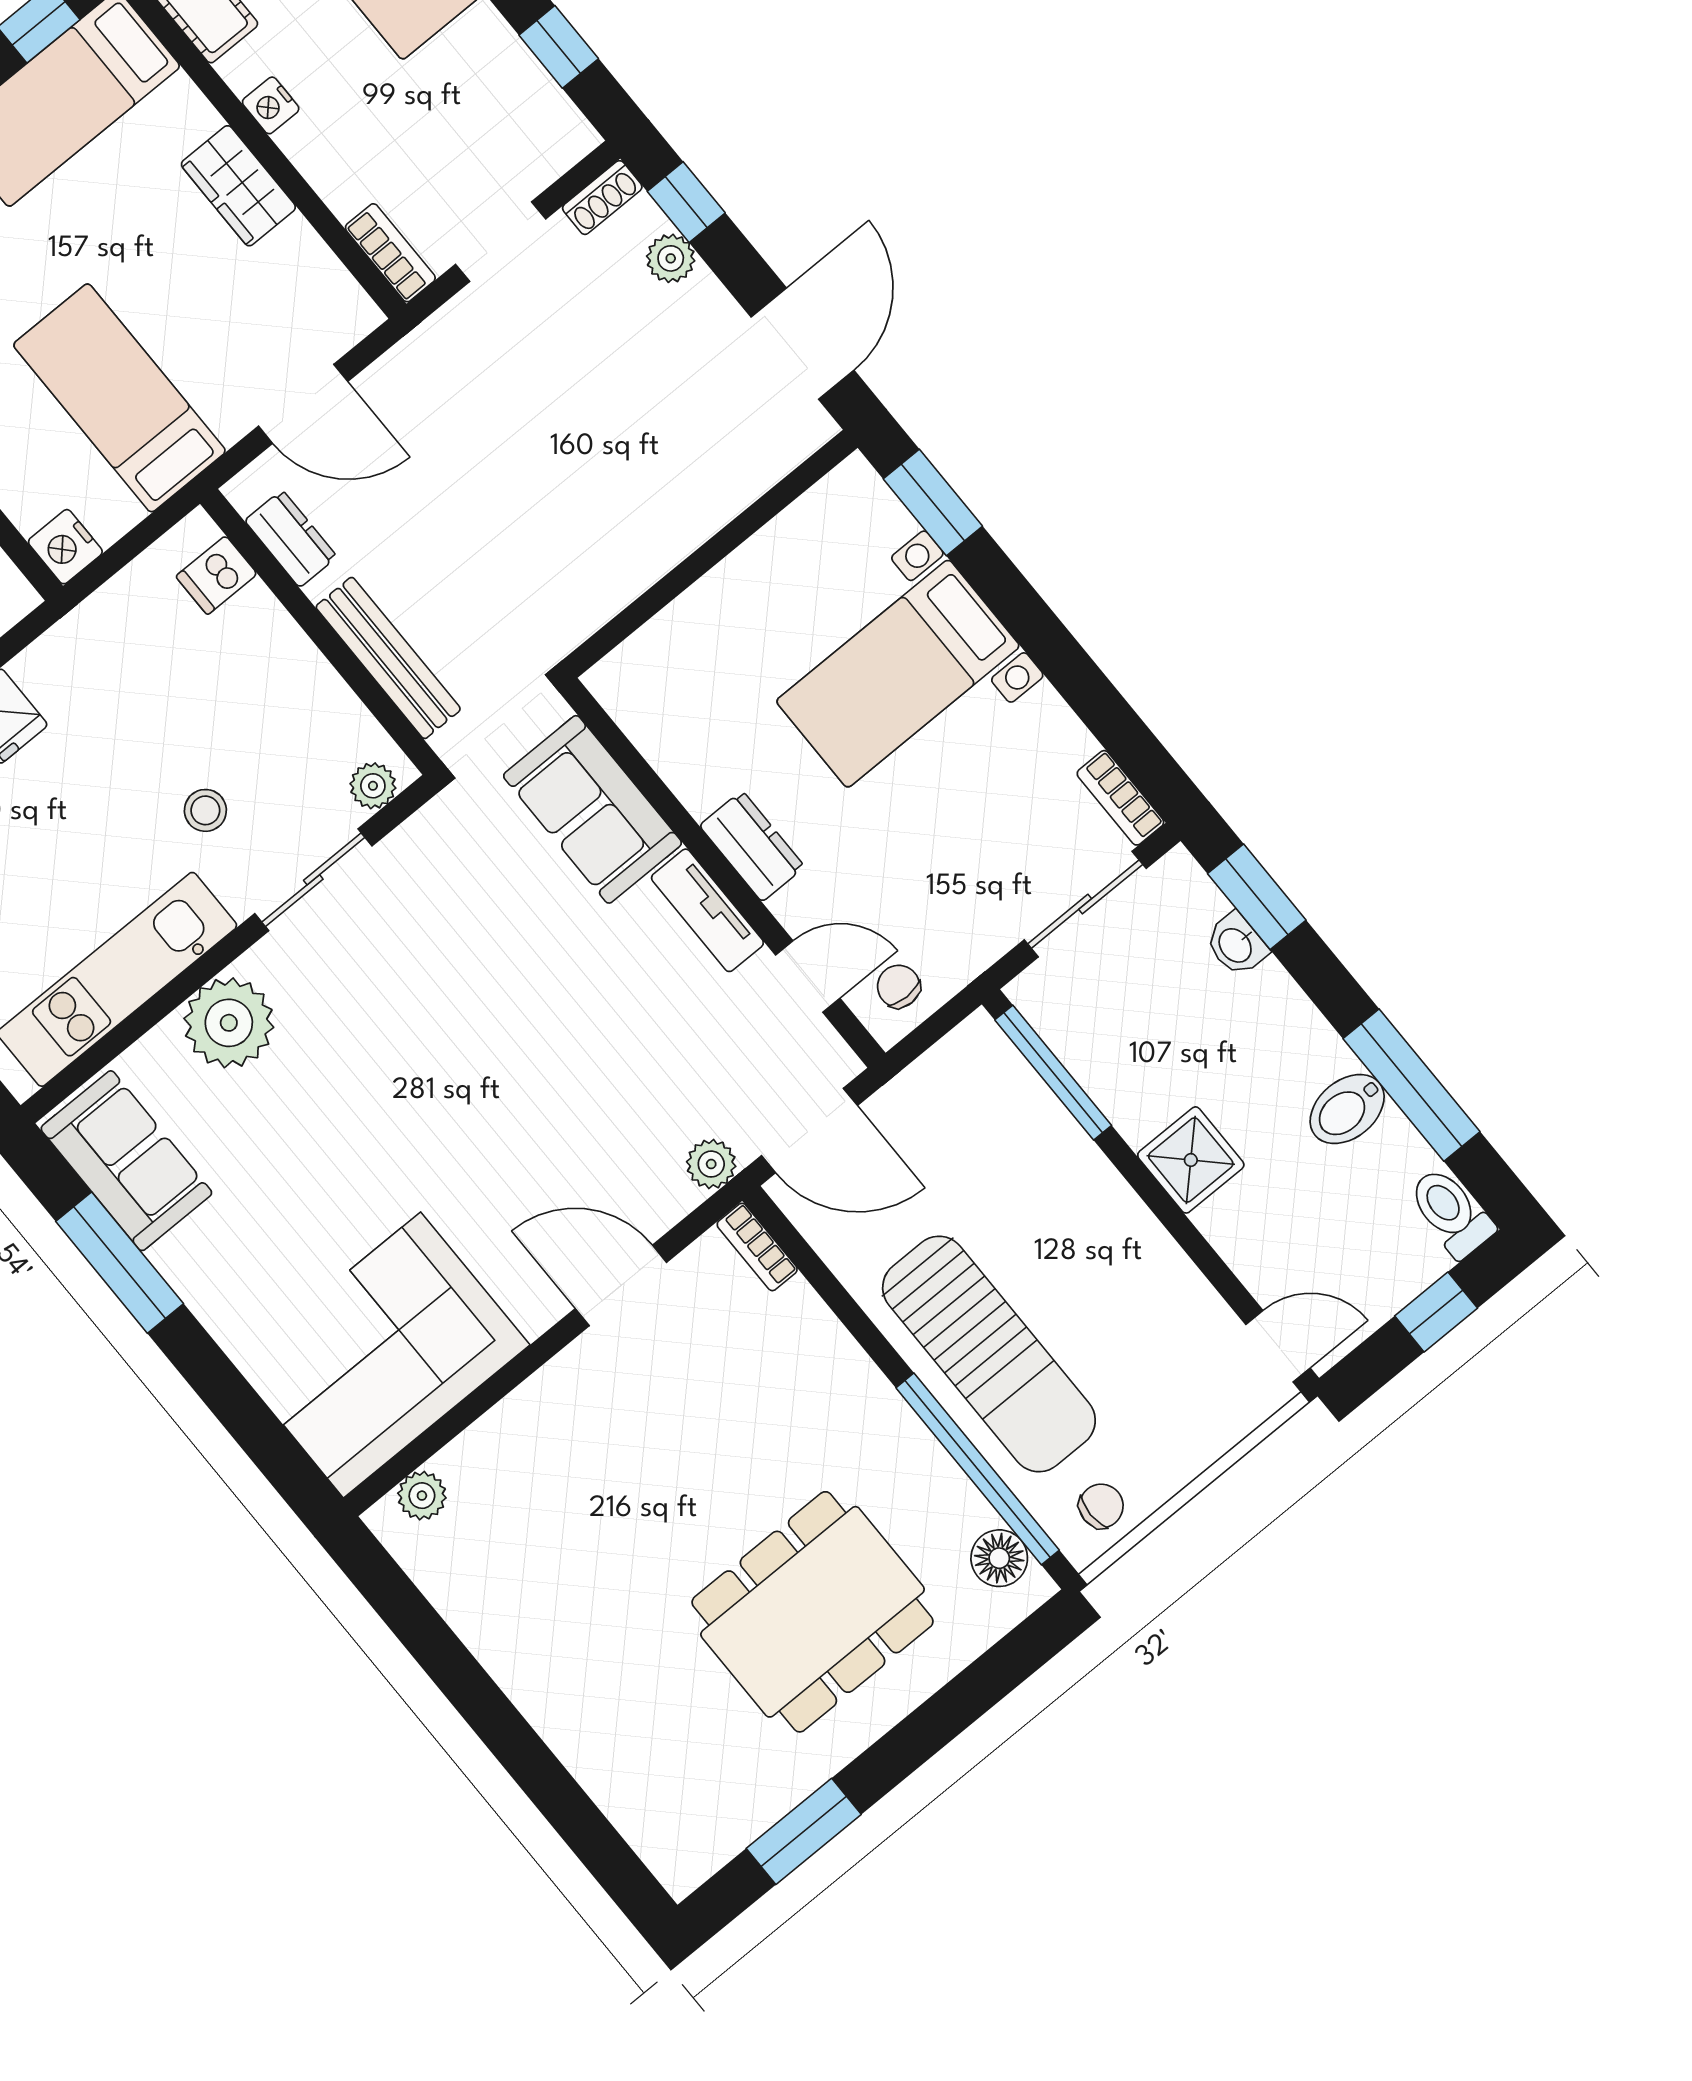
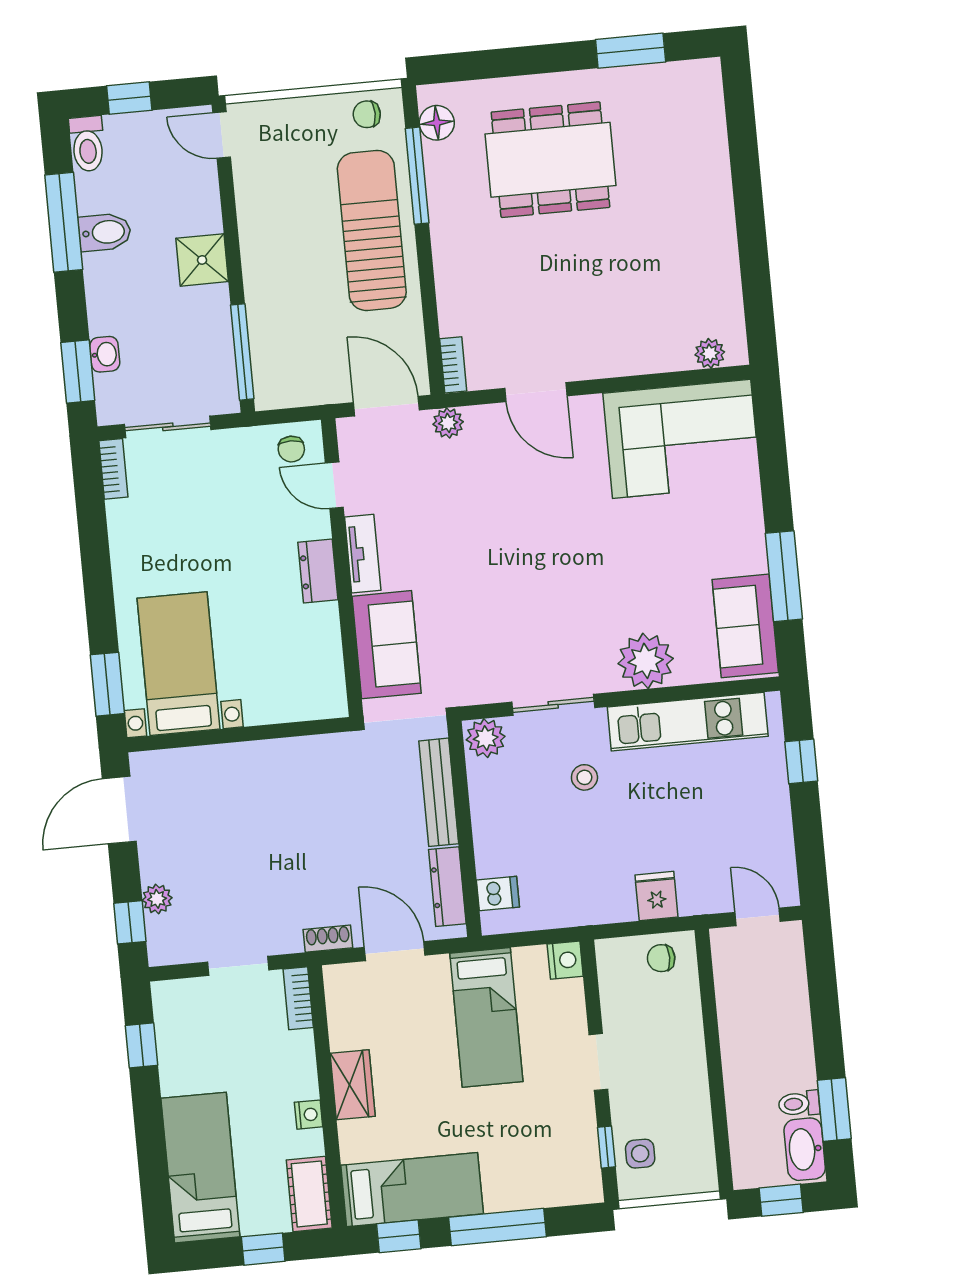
shoe rack: (602, 198) -> (328, 939), moved
dresser: (291, 539) -> (447, 887), width x1.44
bed with nightstands: (898, 674) -> (179, 664), moved, turned -90
plant: (373, 786) -> (486, 738), width x1.38, depth x1.38
window: (978, 1469) -> (417, 176), width x0.68

